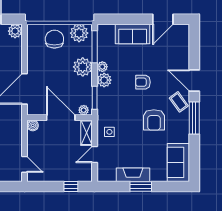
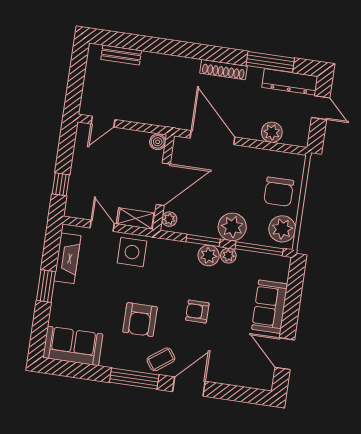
plant: (15, 31) -> (272, 132), moved
chair: (54, 39) -> (279, 192), turned 90
armchair: (143, 82) -> (197, 311), turned -90
window: (95, 98) -> (203, 240), moved
armchair: (154, 120) -> (140, 320), turned -90
side table: (109, 132) -> (132, 252), width x1.87, depth x1.87
fireplace: (133, 175) -> (67, 258), moved

